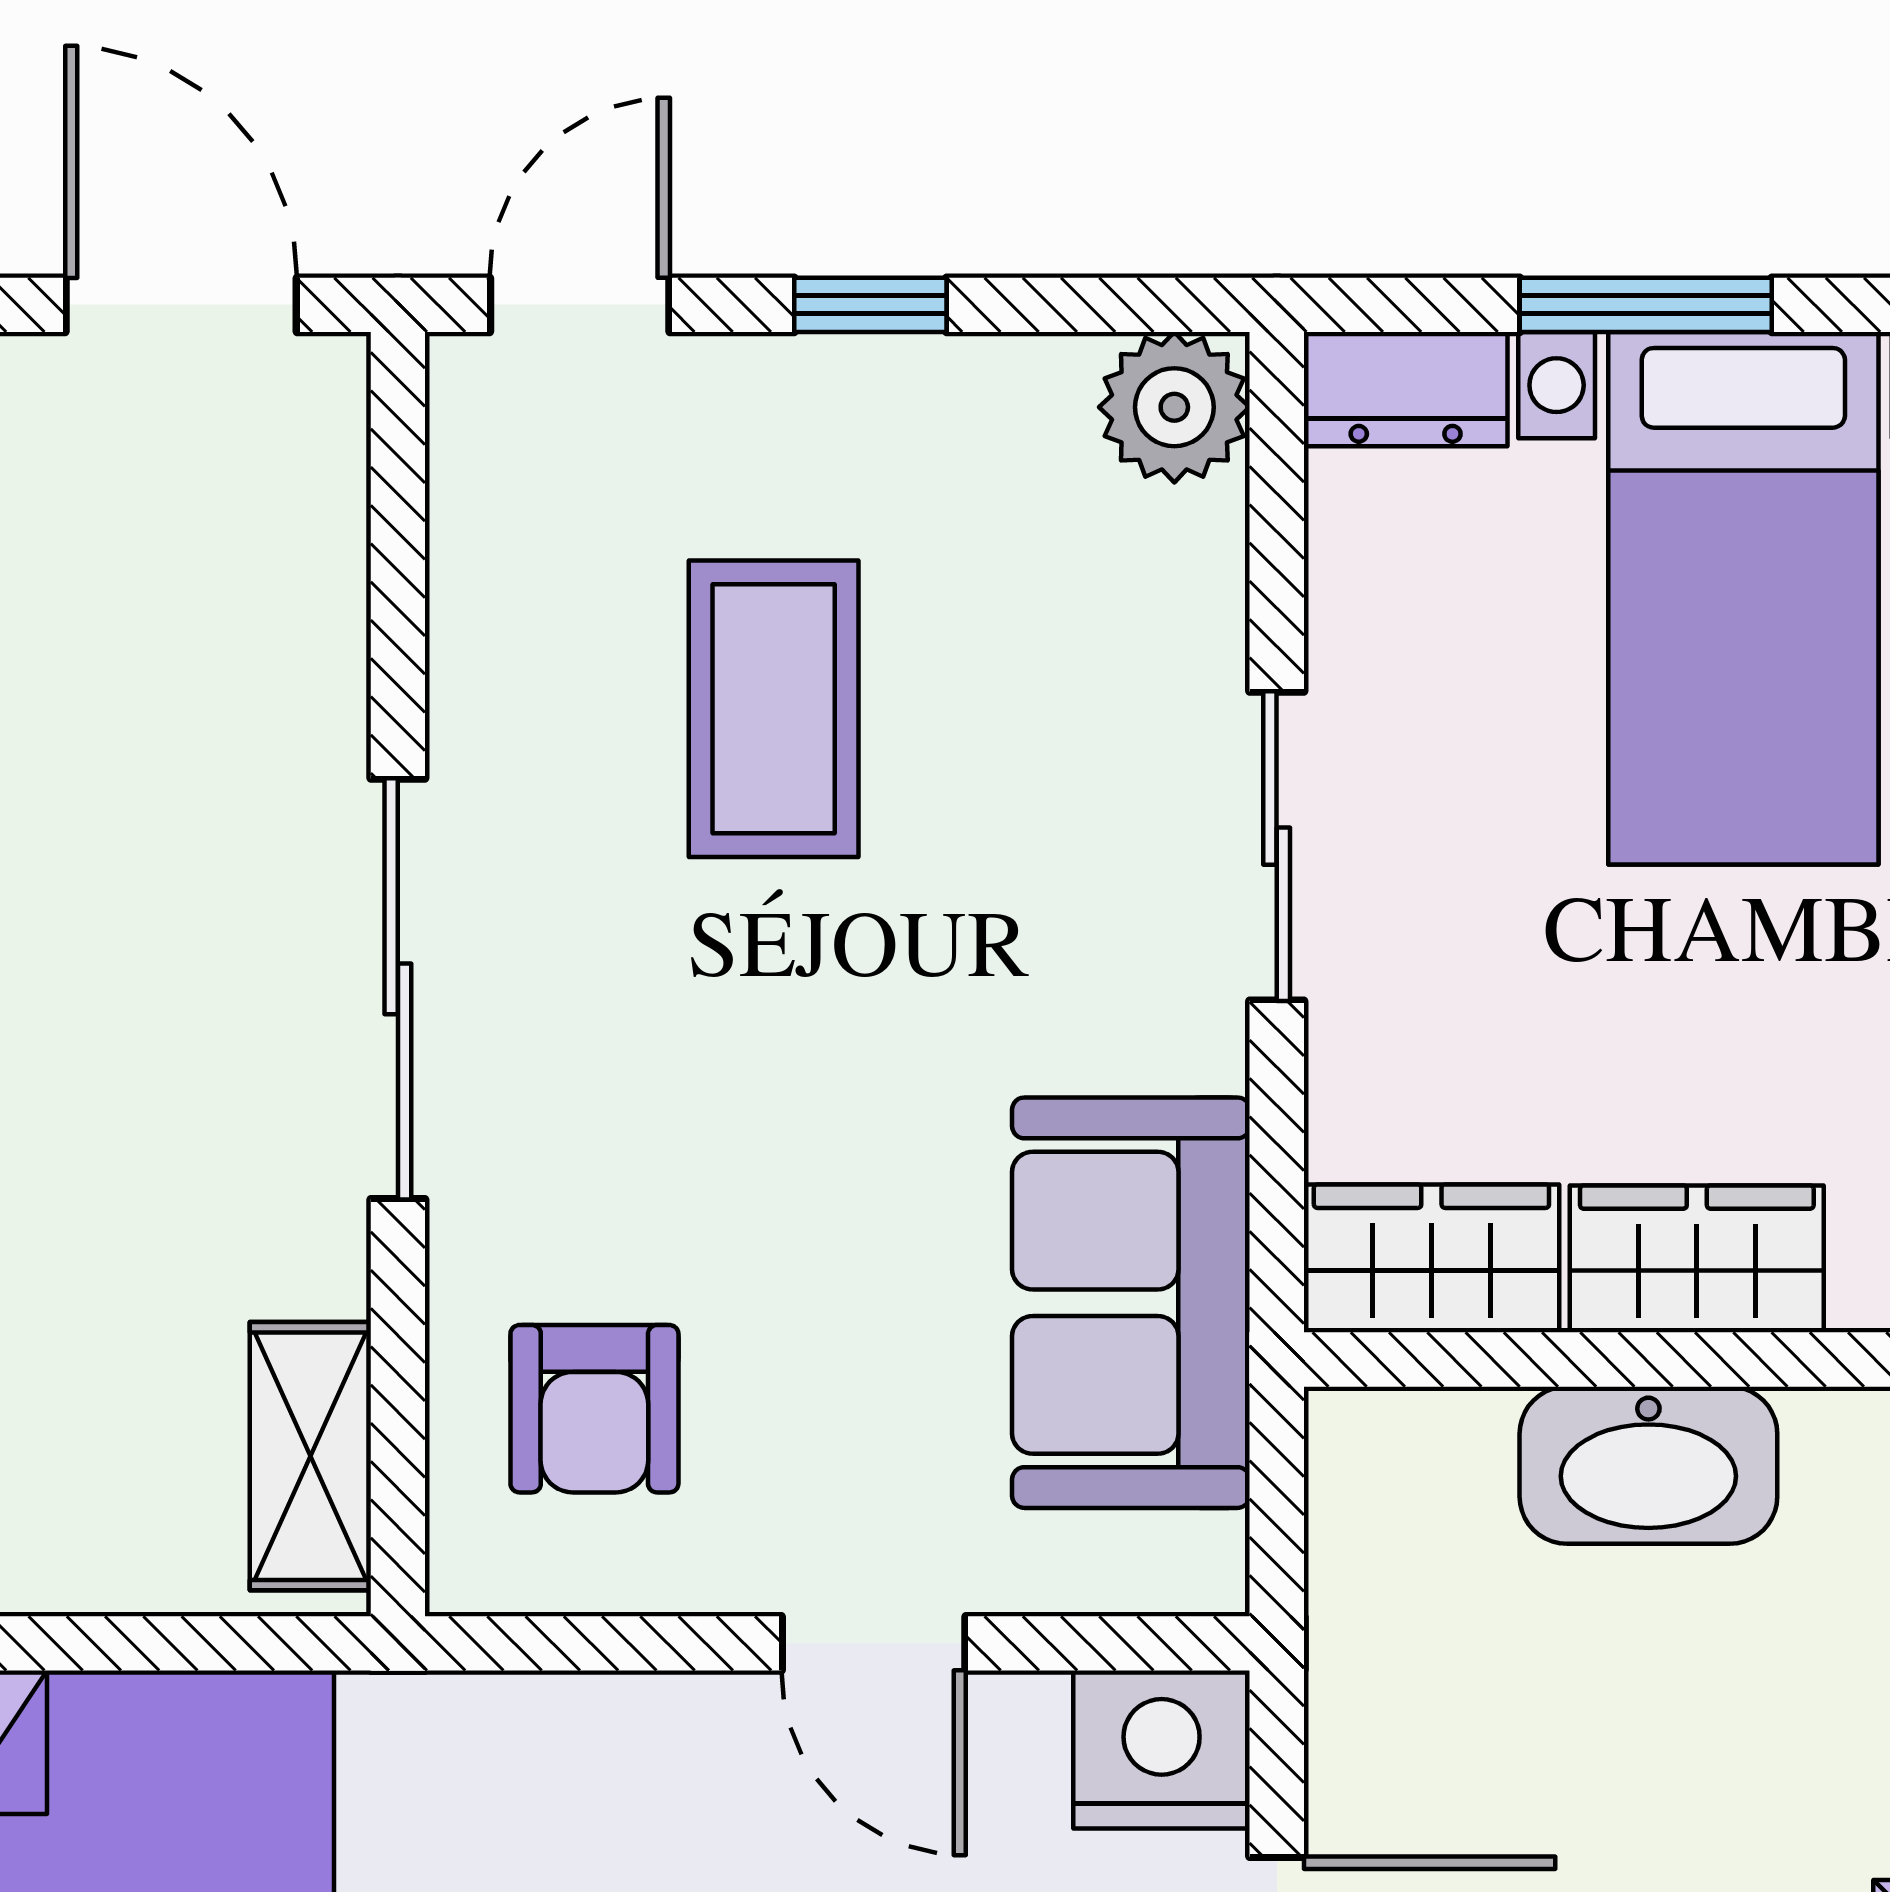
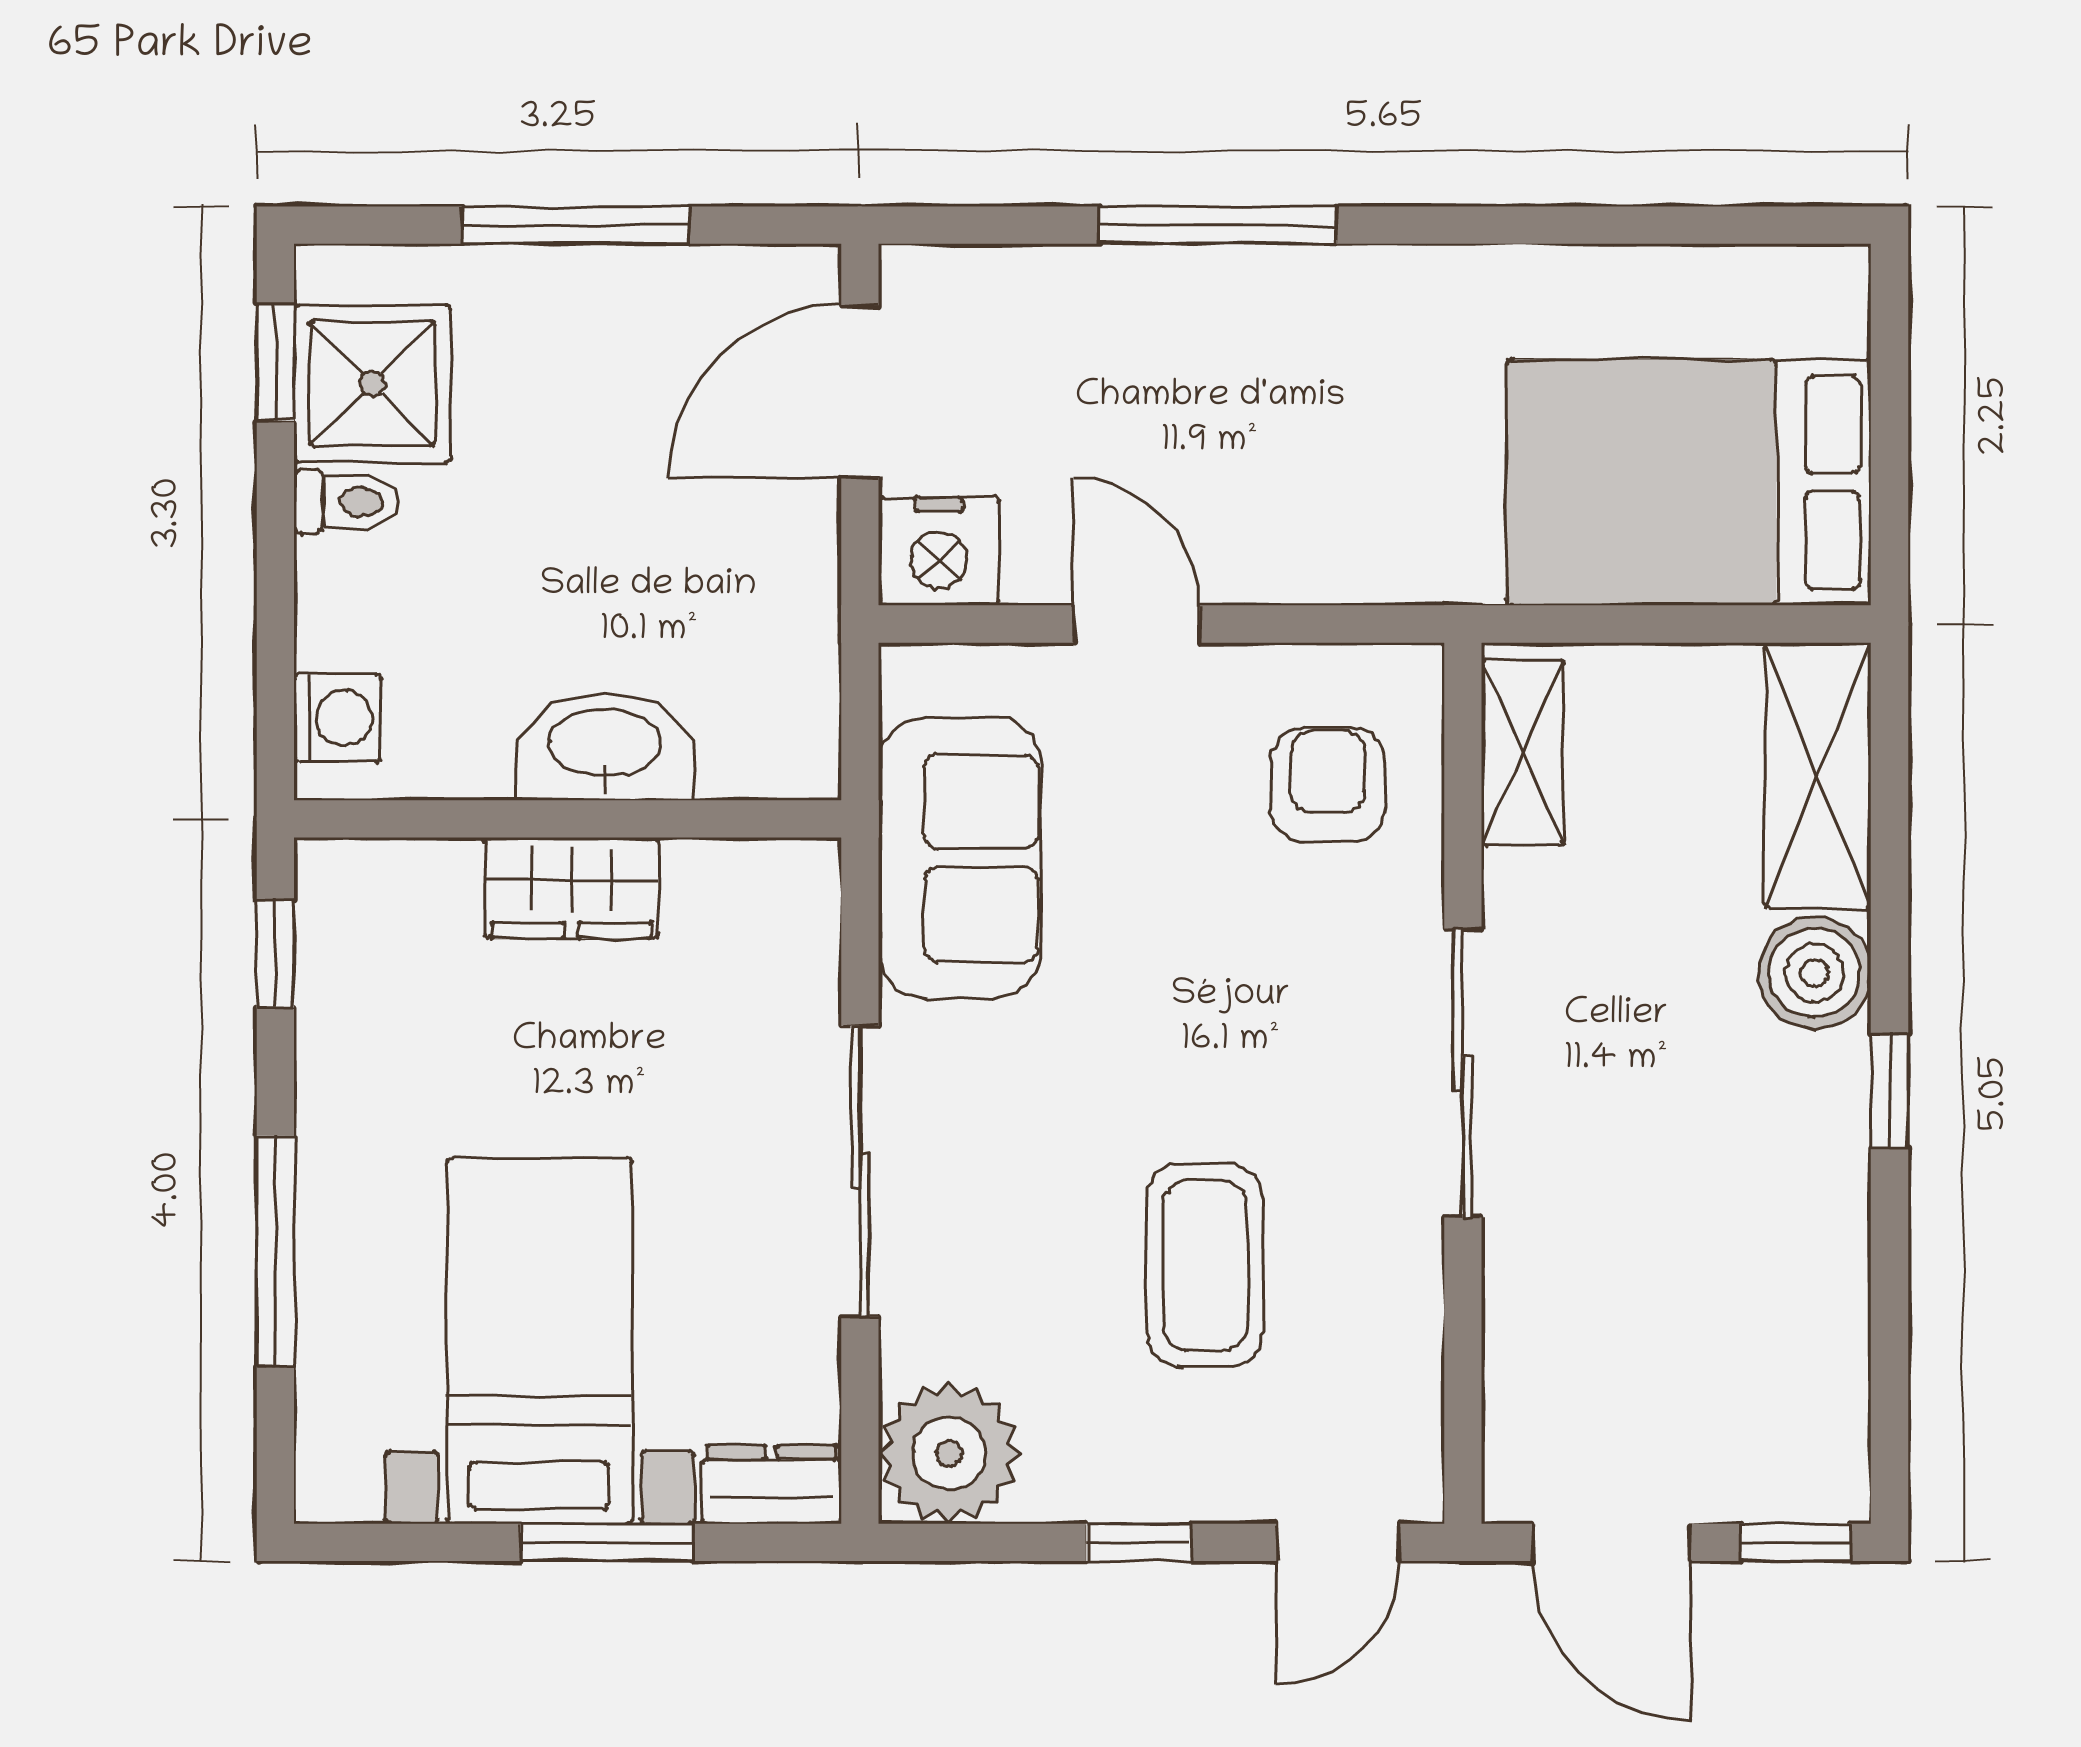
plant: (1174, 407) -> (949, 1453), width x1.36, depth x1.36
sliding door: (1277, 846) -> (860, 1171), width x1.37
wardrobe: (1431, 1258) -> (754, 888), removed

